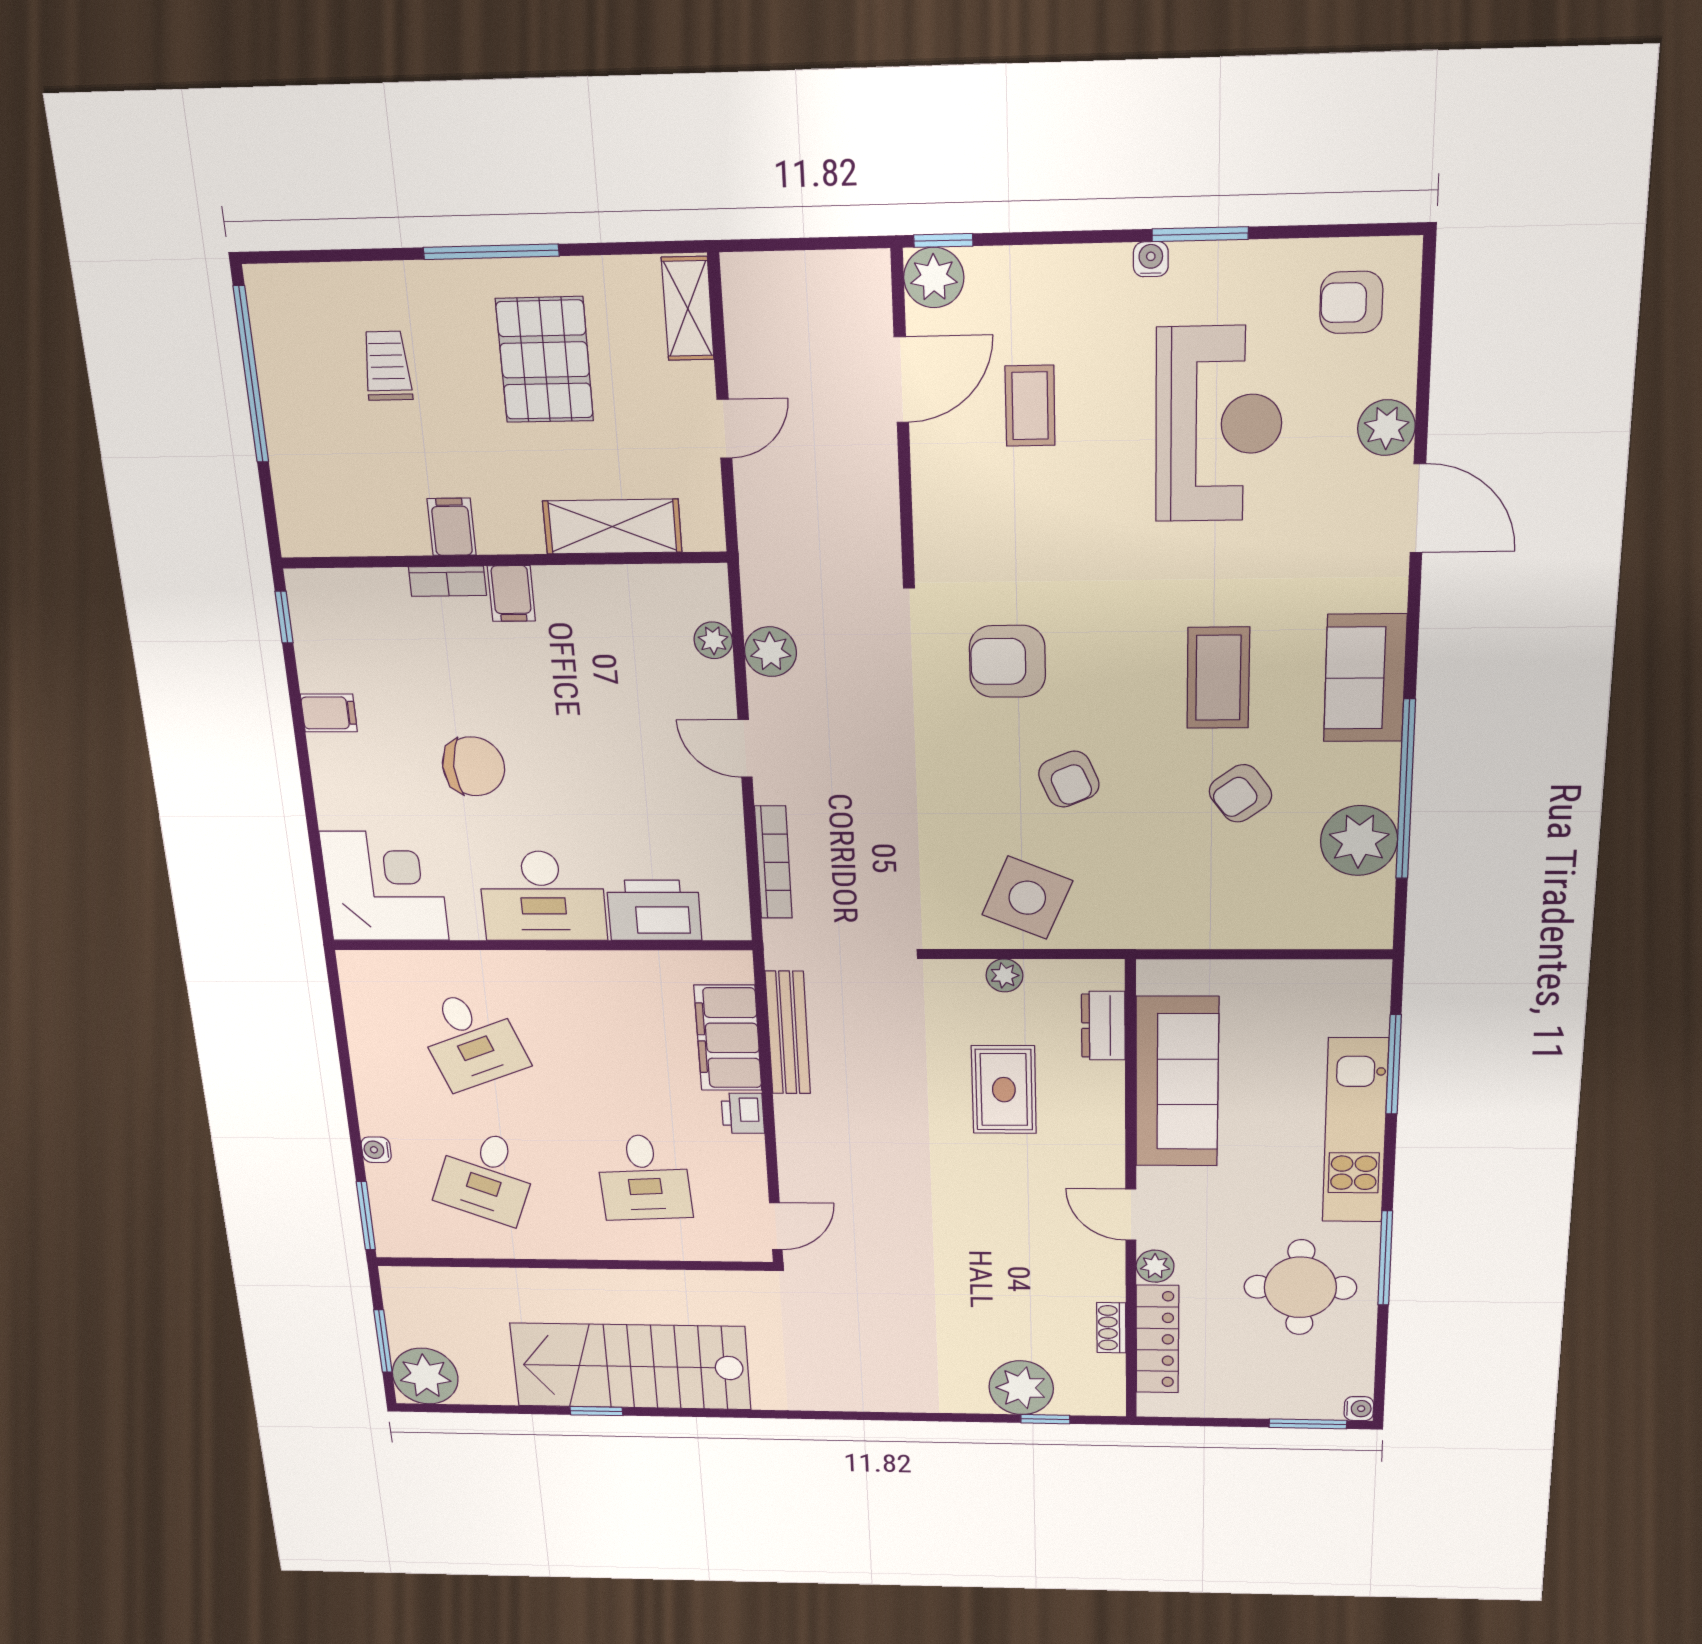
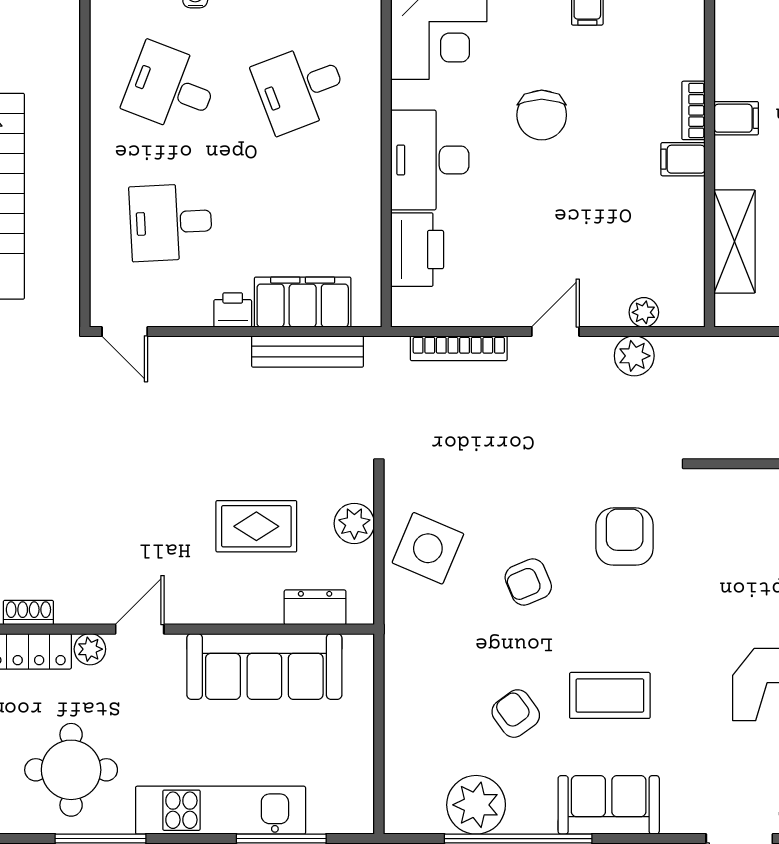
plant: (1004, 975) -> (354, 523), width x1.38, depth x1.38

